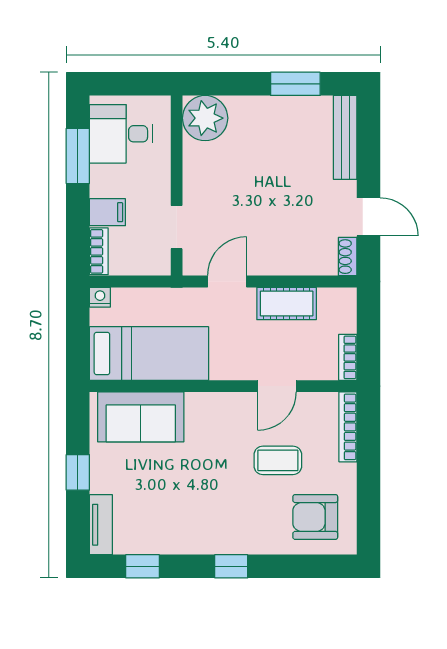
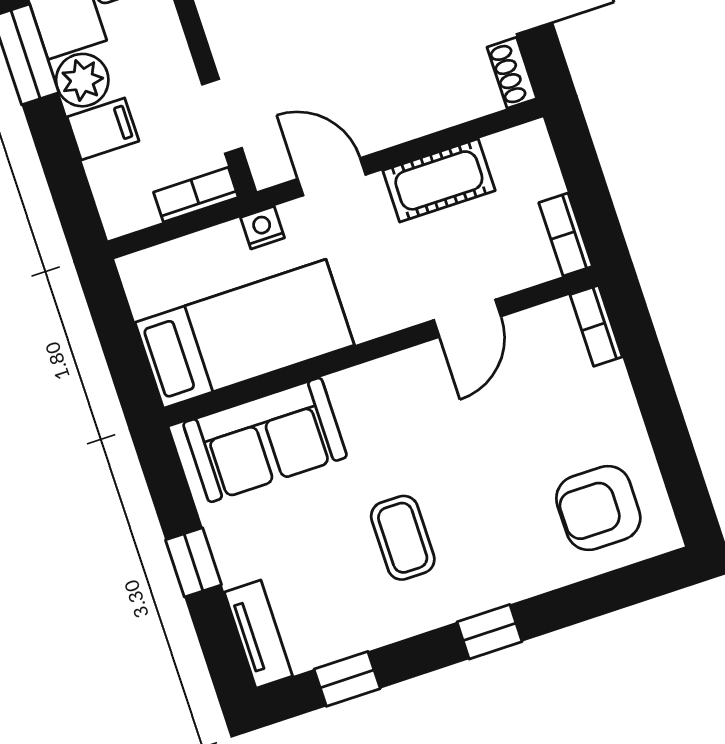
plant: (105, 181) -> (82, 80), added
bookcase: (99, 251) -> (196, 195), moved, turned -90
door: (227, 281) -> (332, 177), hinge flipped
nightstand: (100, 297) -> (262, 228), moved
bookcase: (348, 427) -> (596, 326), width x0.64
coffee table: (278, 460) -> (403, 538), moved, turned 90

